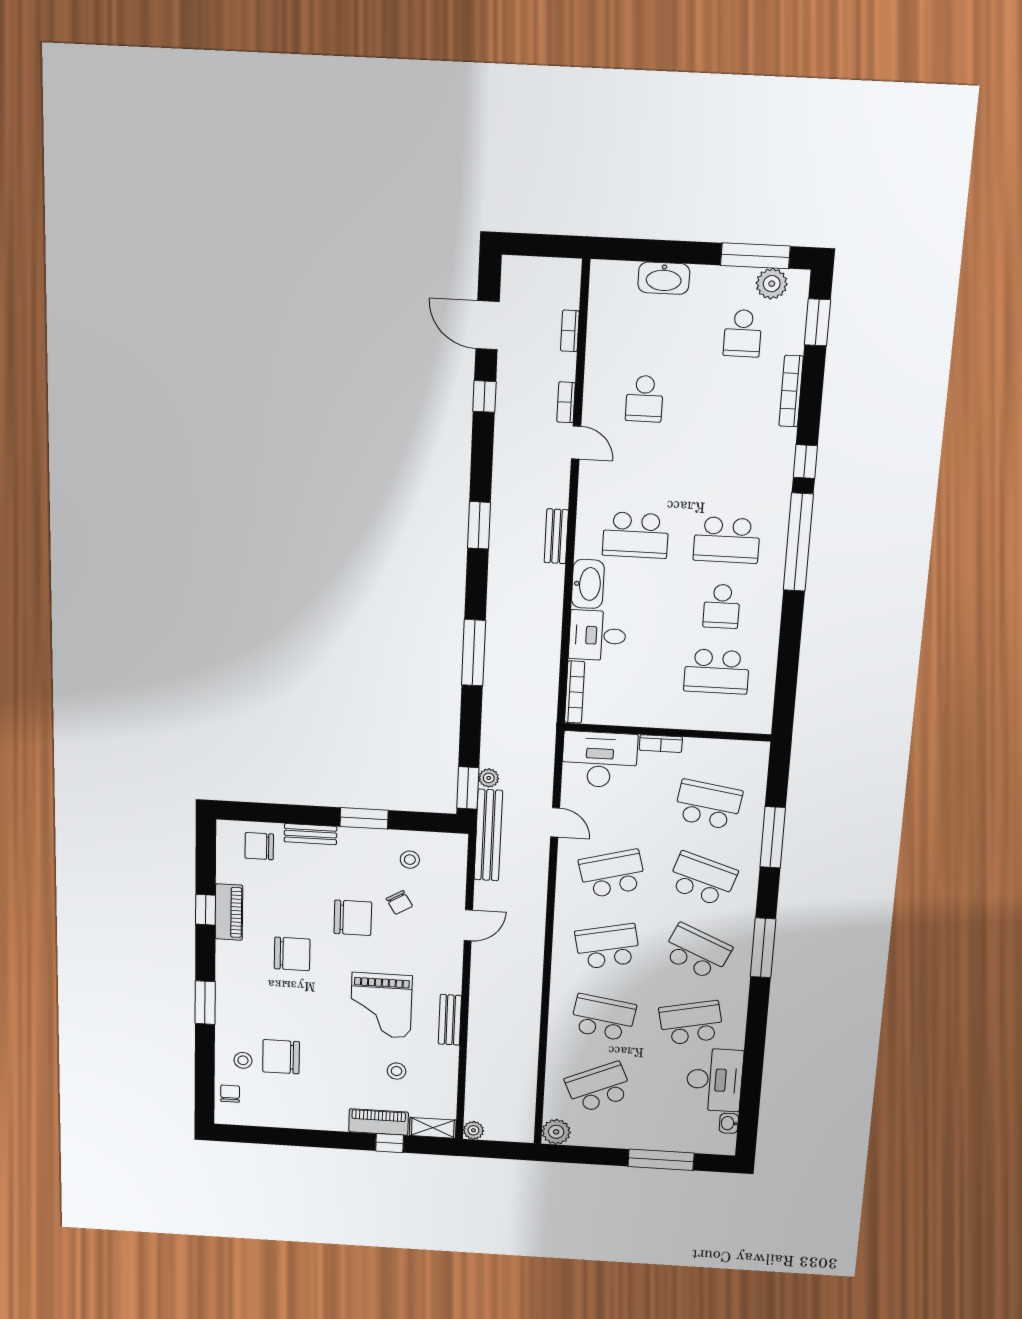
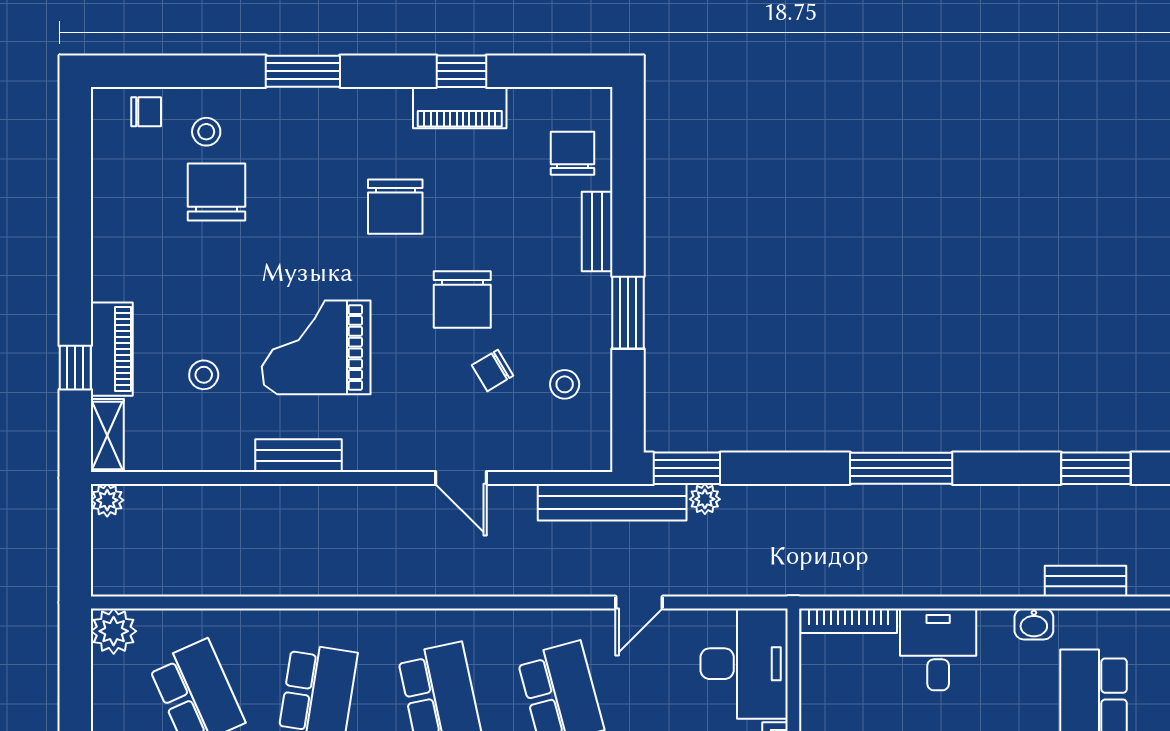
washbasin: (588, 584) -> (1034, 624), width x0.52, depth x0.69

